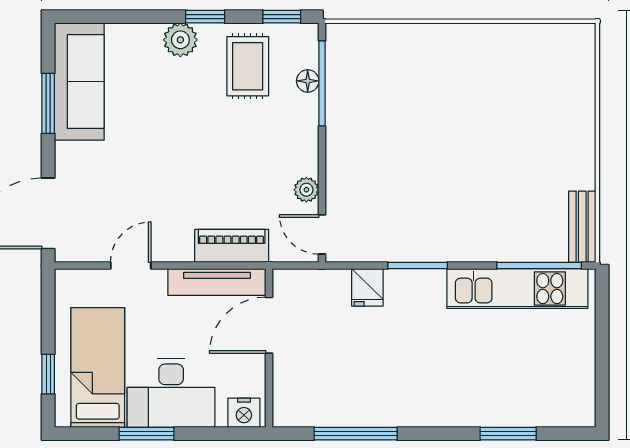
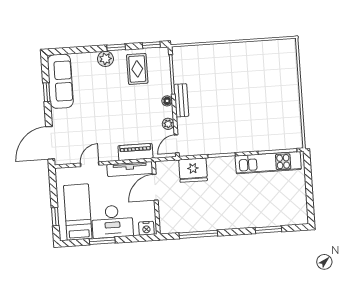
floor lamp: (308, 81) -> (167, 101), moved
window: (48, 103) -> (47, 92), width x0.67
bench: (582, 227) -> (181, 100), moved
door: (322, 234) -> (177, 144), hinge flipped
fridge: (367, 287) -> (193, 170), width x1.88, depth x1.34

